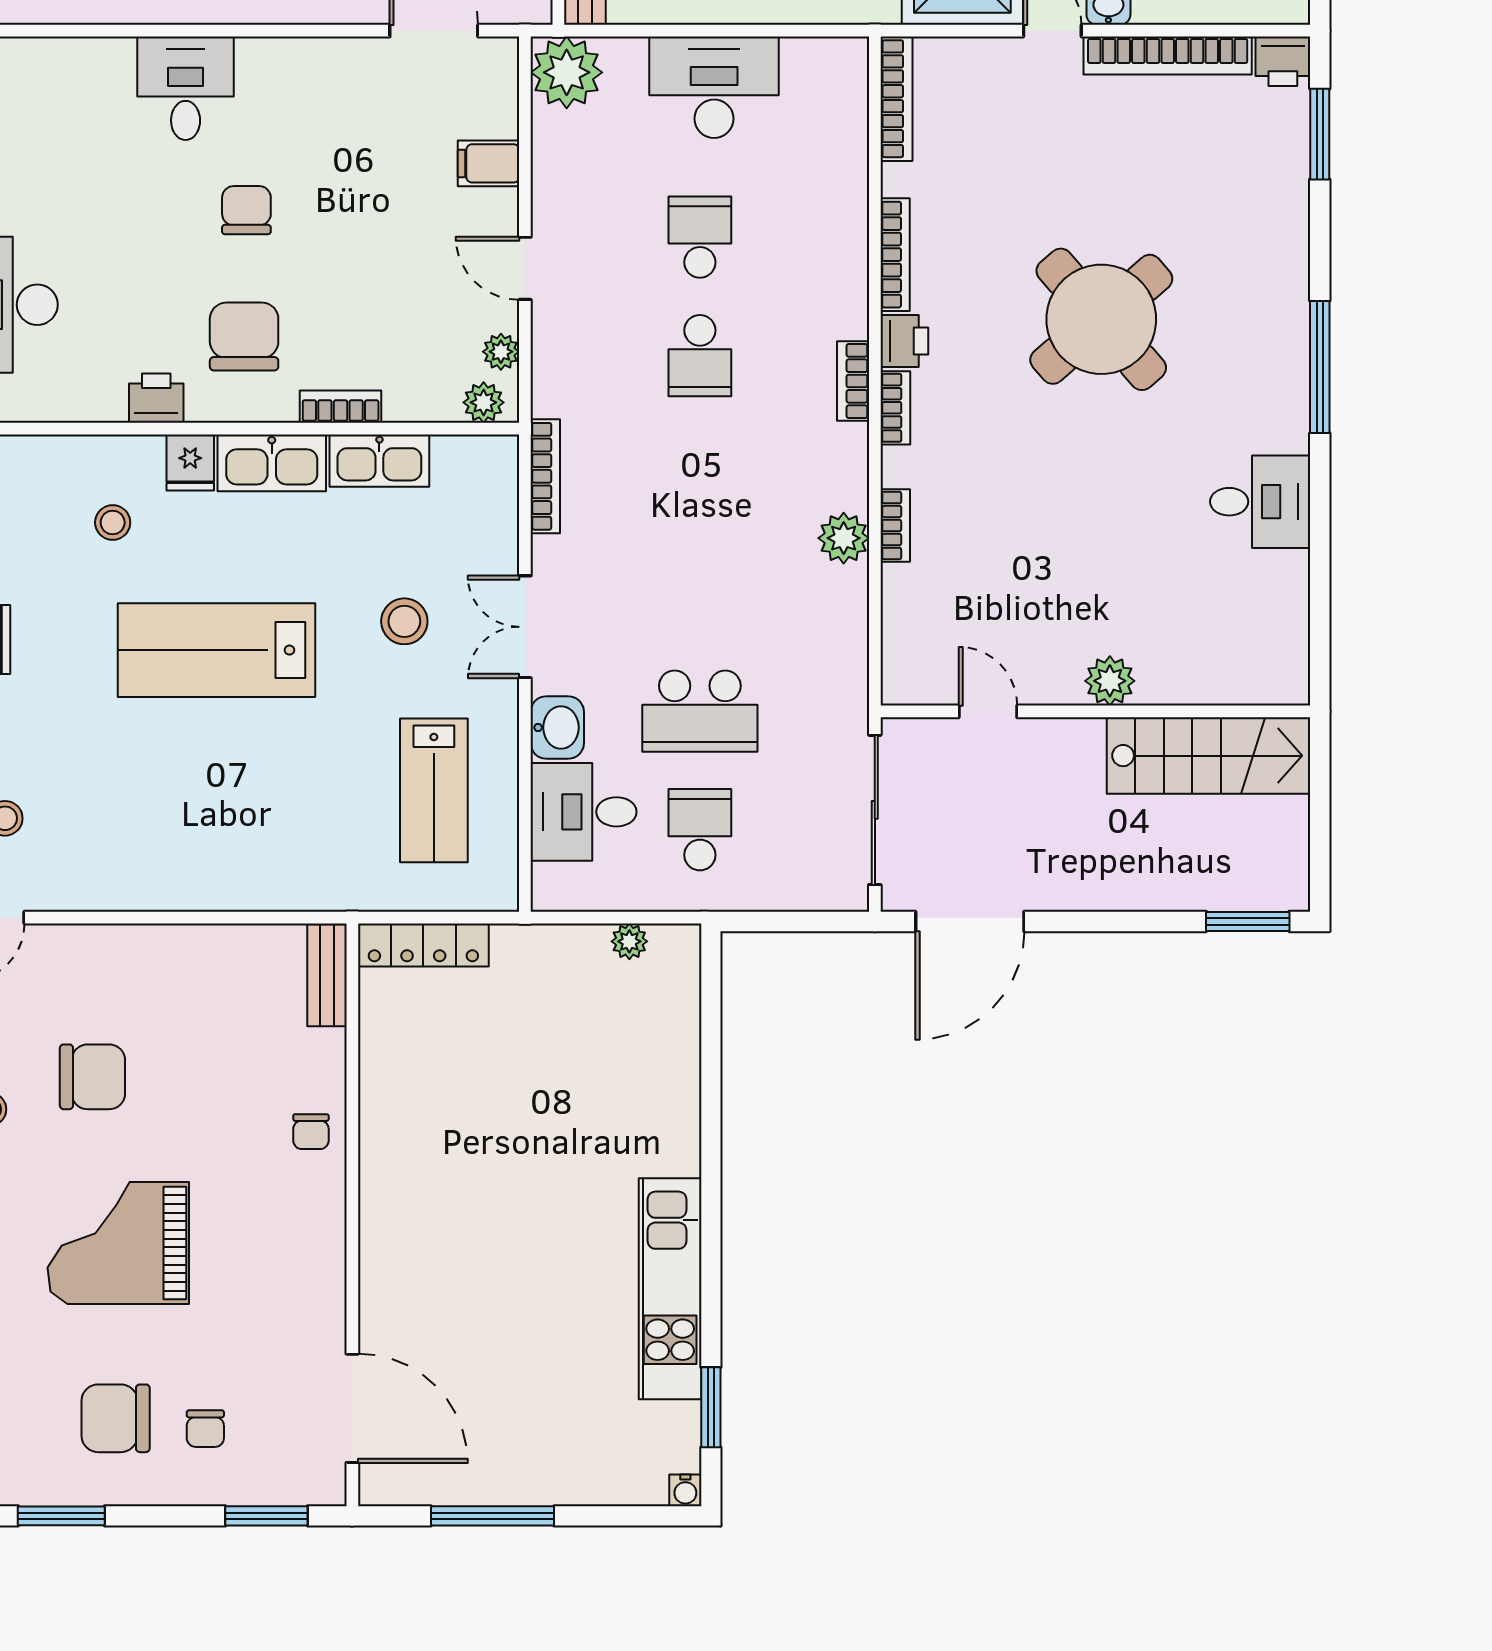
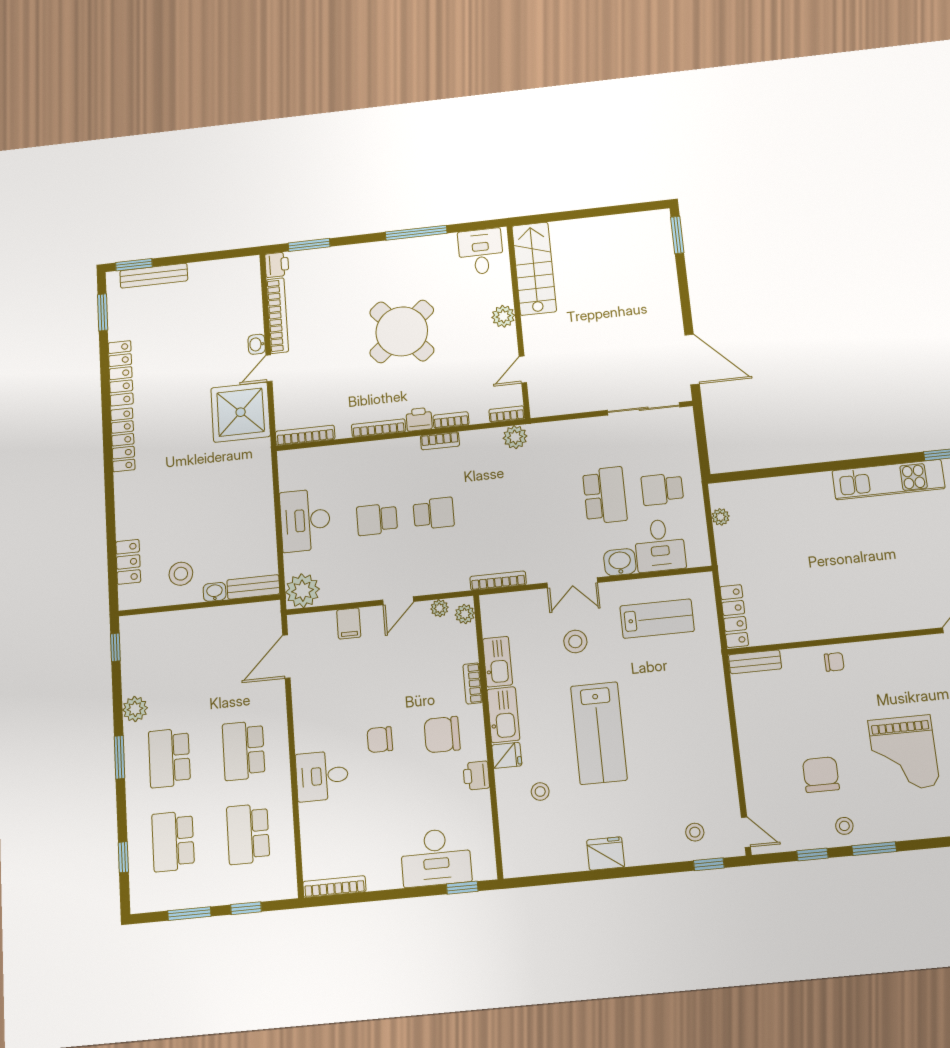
plant: (1110, 681) -> (503, 316), moved
door: (988, 711) -> (523, 370), moved
wall: (1095, 711) -> (518, 321), moved
stairs: (1208, 756) -> (534, 269), moved

